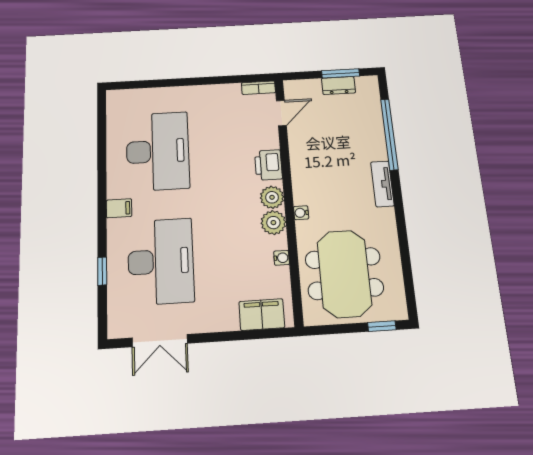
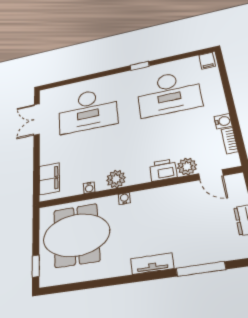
bookcase: (258, 88) -> (230, 140), moved
water cooler: (213, 93) -> (223, 121), added
window: (389, 134) -> (201, 269), width x0.68
plant: (272, 197) -> (187, 167), moved
filing cabinet: (119, 208) -> (207, 61), moved
window: (102, 271) -> (140, 66), moved

